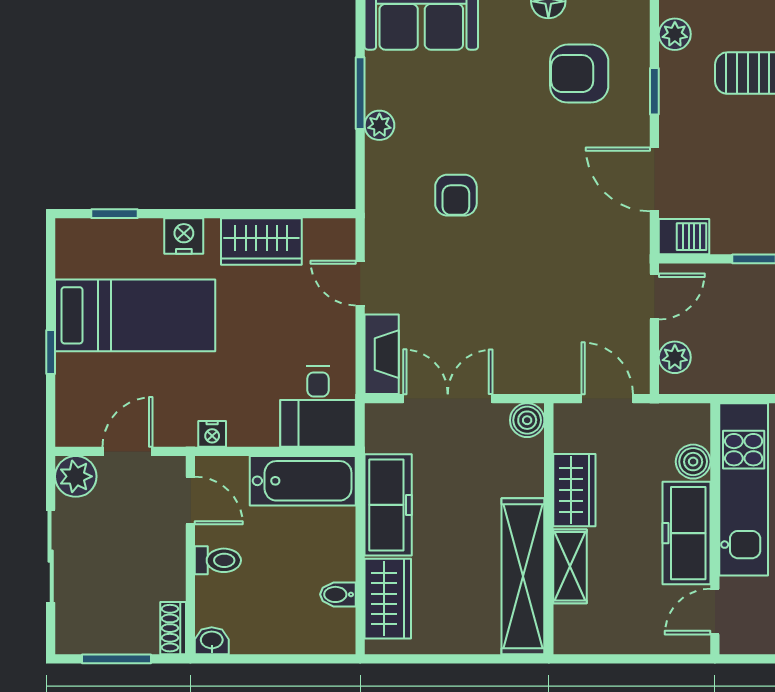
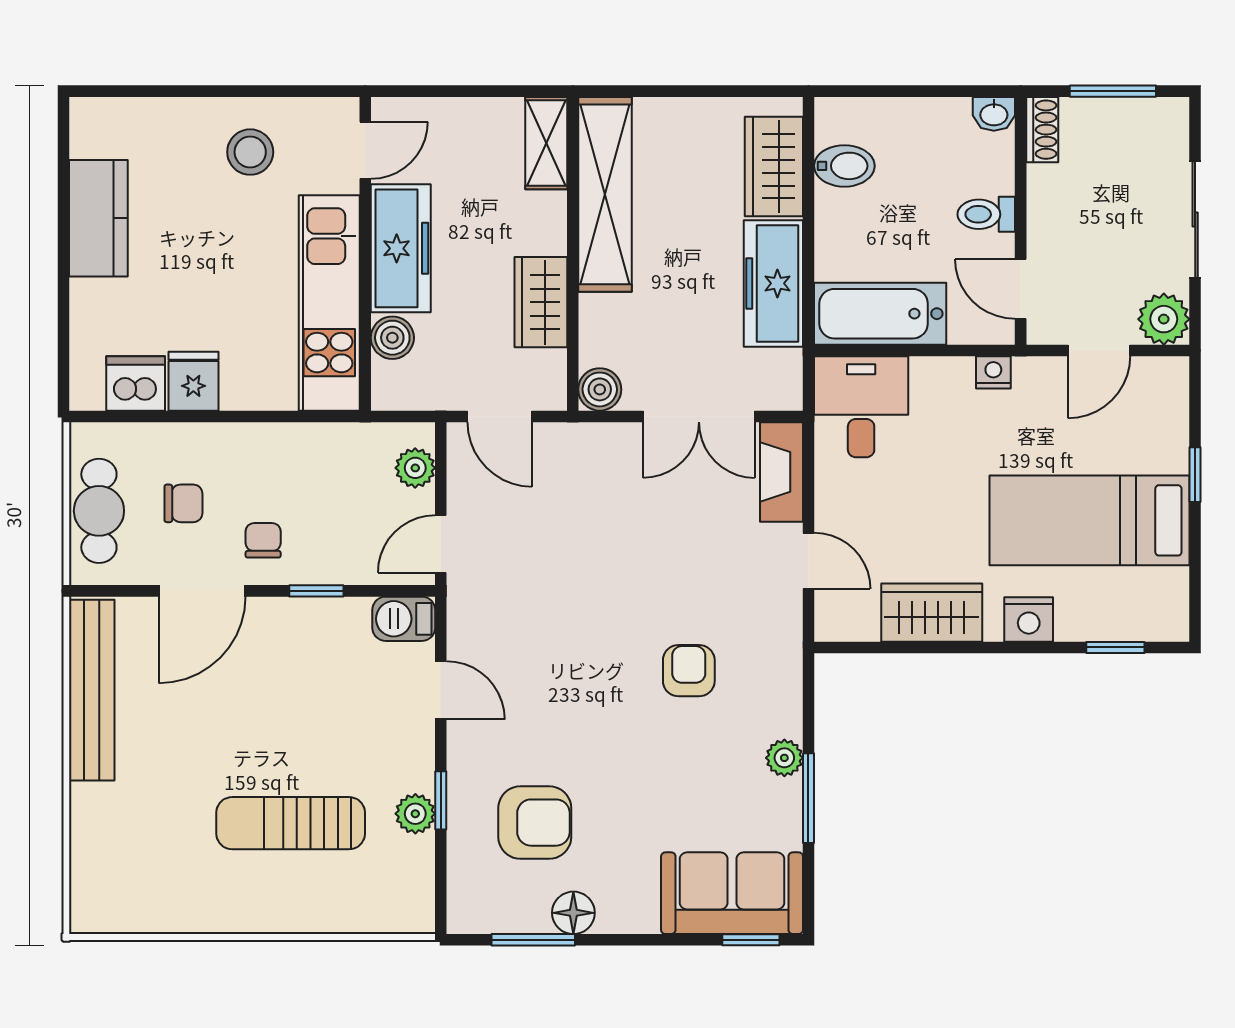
plant: (675, 34) -> (415, 814), moved
door: (654, 179) -> (441, 690), width x0.73
shelving: (570, 566) -> (546, 143), moved
bidet: (338, 594) -> (844, 166), width x1.38, depth x1.36

